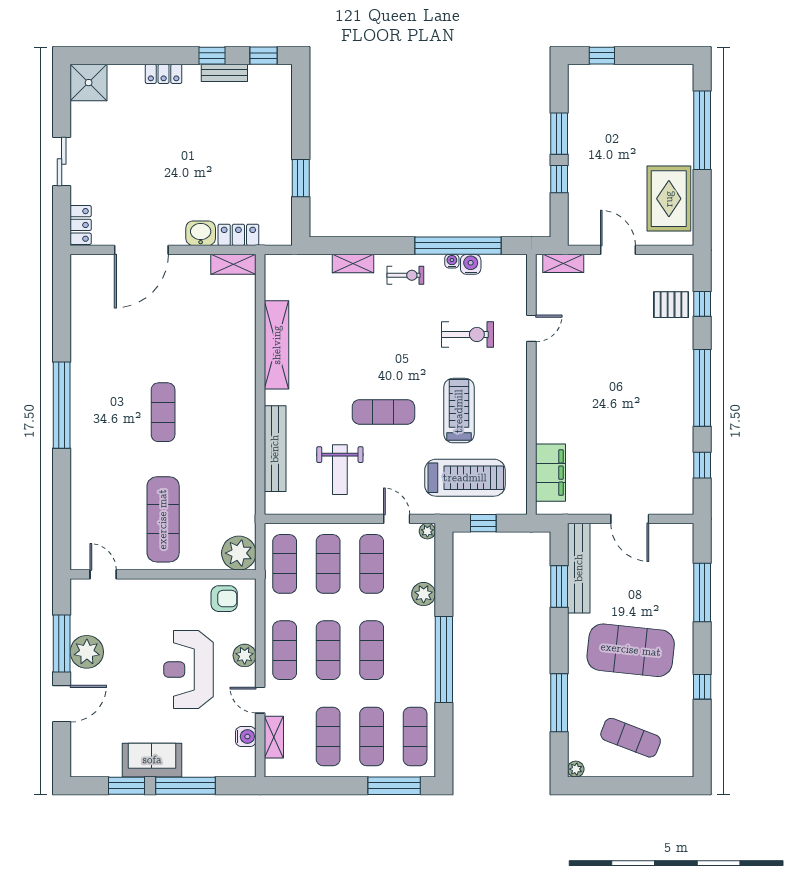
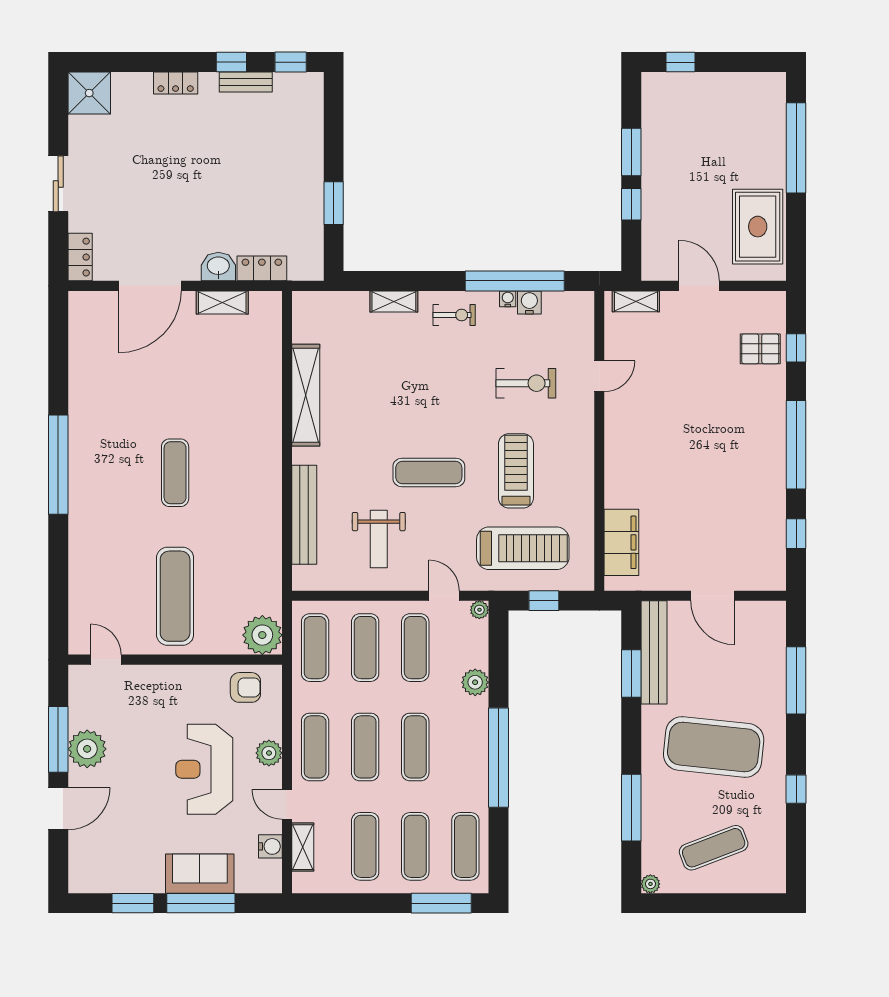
shelving: (233, 264) -> (222, 302), moved
exercise mat: (631, 738) -> (714, 848), turned -42
sofa: (152, 760) -> (200, 874), moved

